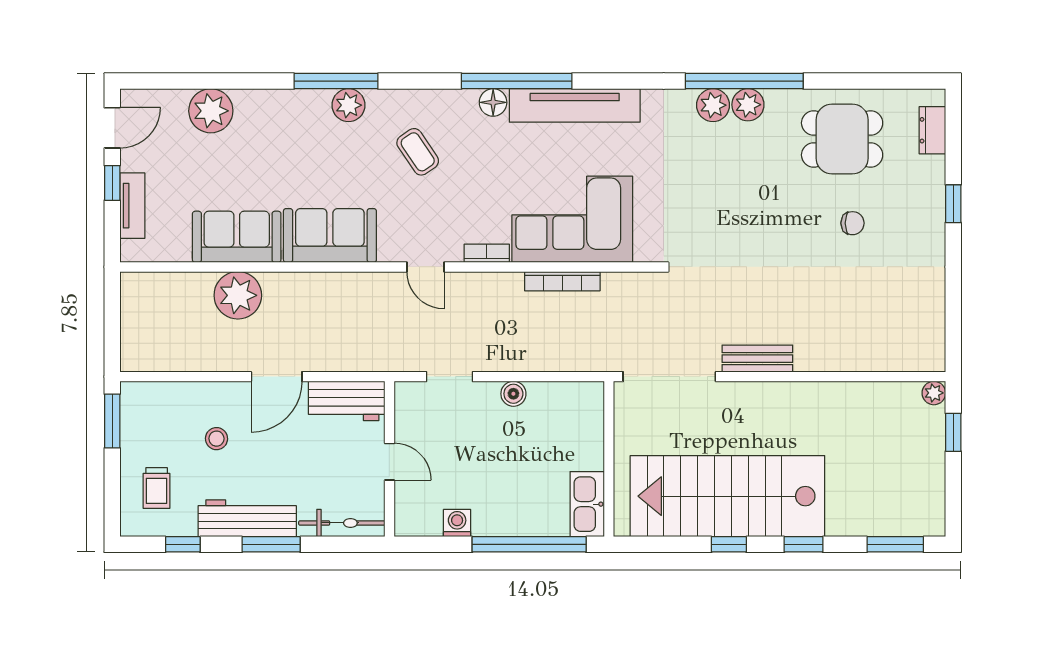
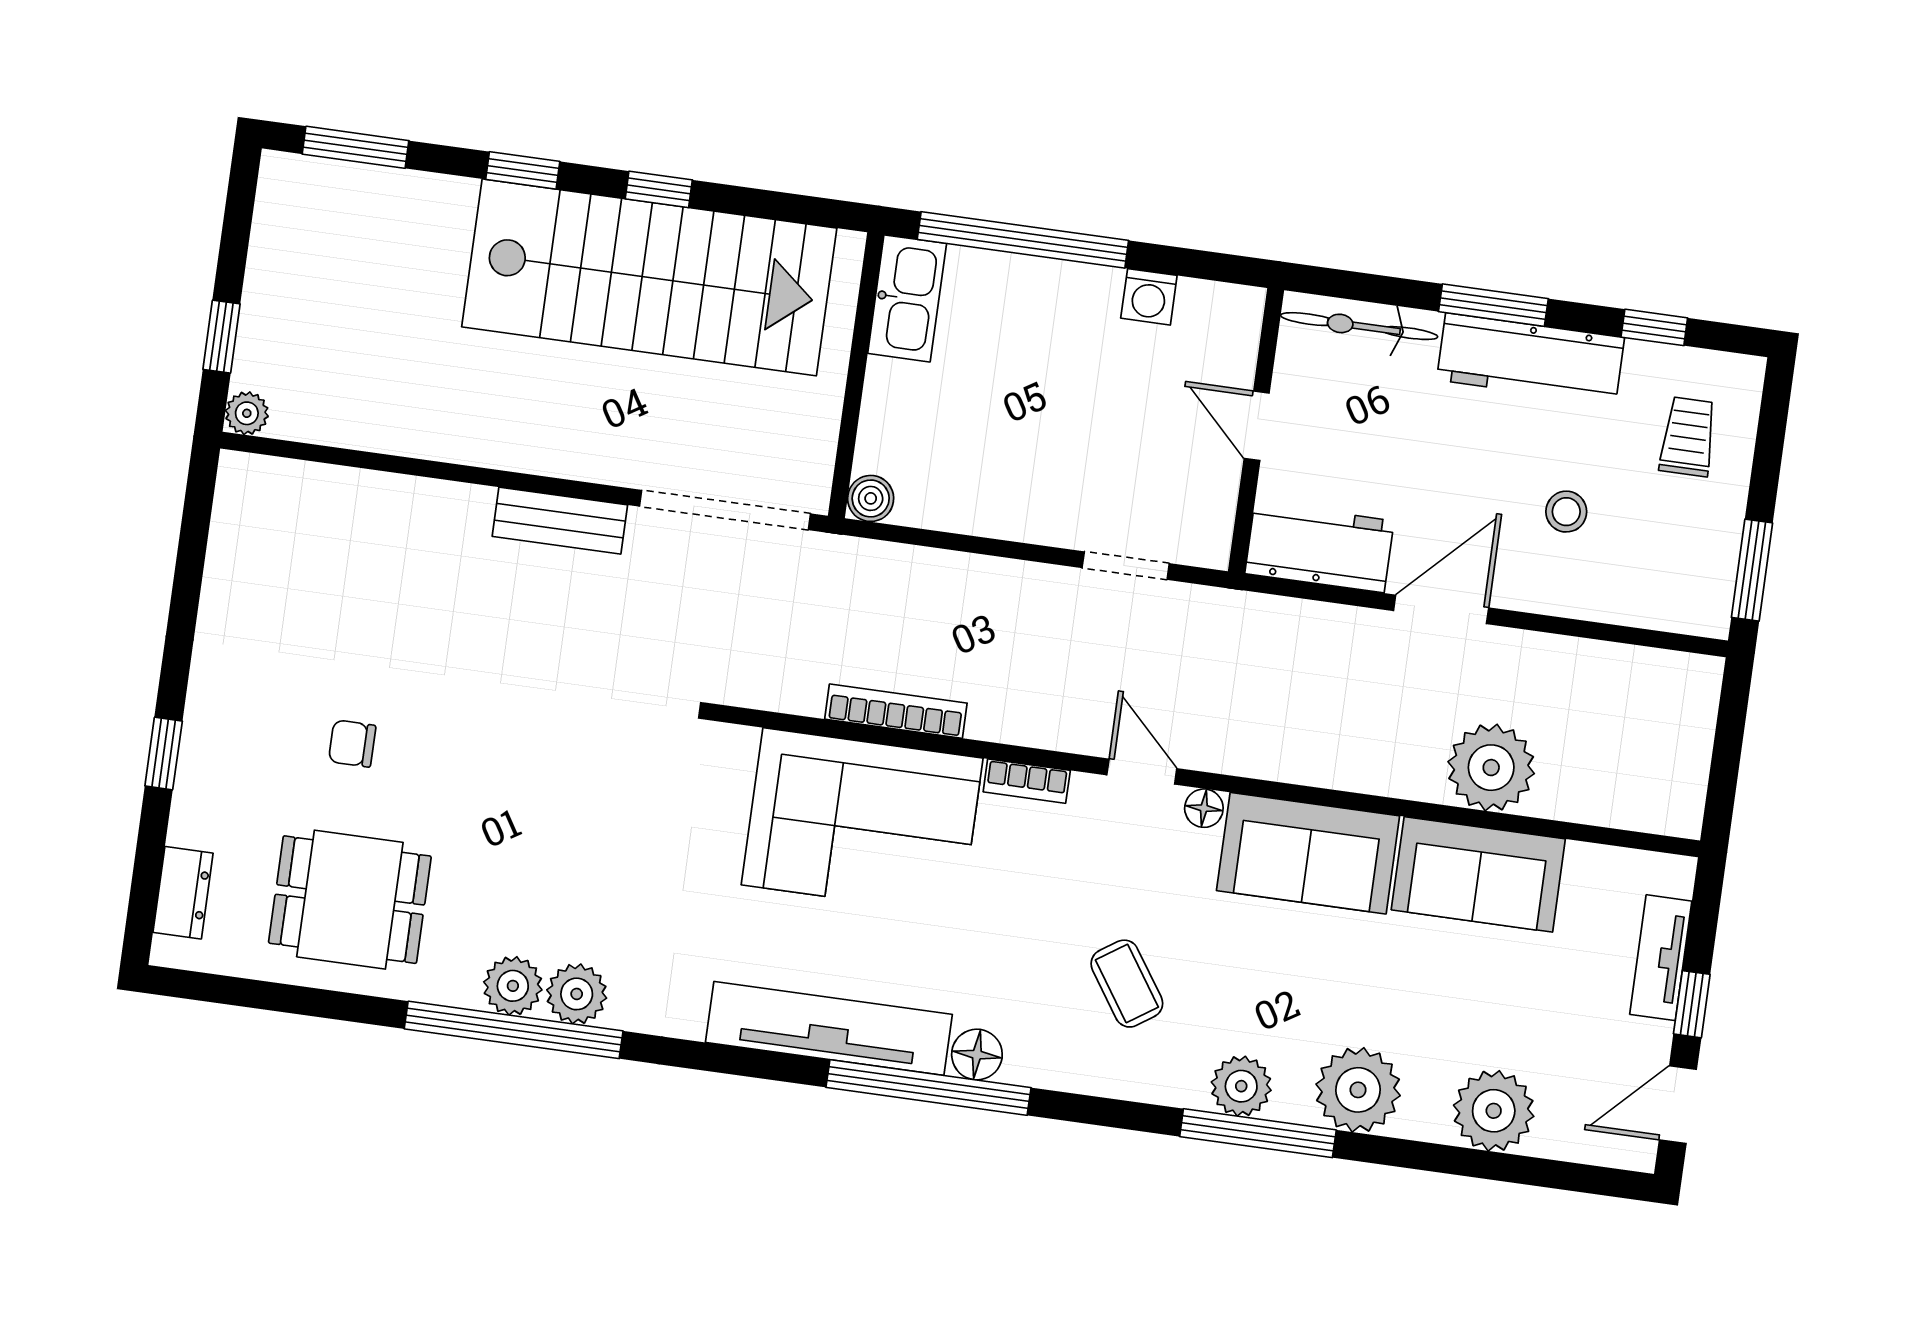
plant: (285, 112) -> (1358, 1090), added
floor lamp: (389, 252) -> (1204, 808), added
boiler: (513, 394) -> (871, 498), moved

